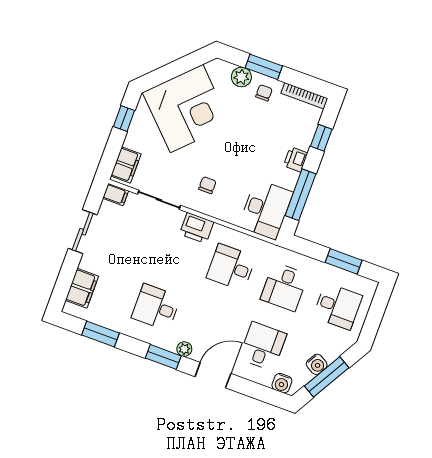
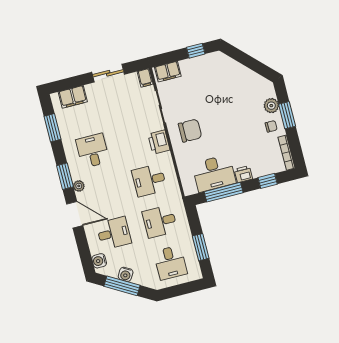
corner desk: (187, 109) -> (228, 85), removed
chair: (207, 185) -> (190, 131), width x1.87, depth x1.87
desk: (266, 209) -> (214, 173), moved
desk: (231, 267) -> (149, 180), turned -90

